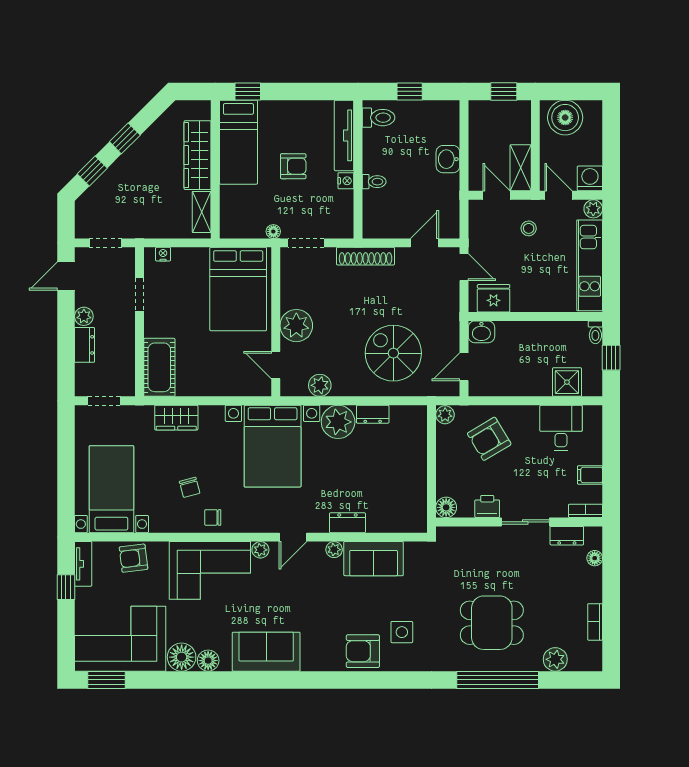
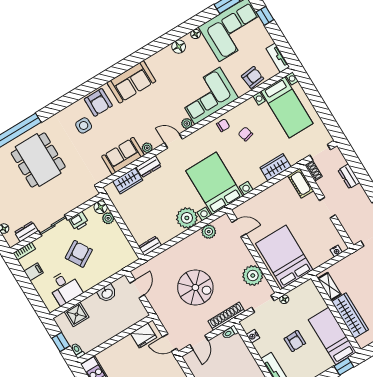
armchair: (293, 166) -> (295, 341), turned -91
nightstand: (346, 181) -> (253, 336), moved
toilet: (374, 182) -> (230, 332), moved
doorway: (139, 295) -> (327, 208), moved
plant: (84, 316) -> (359, 191), removed
plant: (296, 326) -> (253, 275), moved
washbasin: (481, 332) -> (107, 293), moved, turned 180
spiral stairs: (393, 353) -> (195, 288), moved
cot: (159, 367) -> (301, 183), width x0.73, depth x0.75
shoe rack: (128, 381) -> (314, 171), added
dresser: (373, 414) -> (150, 246), moved
plant: (445, 415) -> (108, 218), moved
armchair: (489, 439) -> (79, 254), moved
wardrobe: (388, 521) -> (128, 181), added
door: (293, 537) -> (173, 141), hinge flipped
window: (66, 587) -> (265, 16), moved
dining table: (492, 623) -> (38, 160), width x1.38
armchair: (363, 651) -> (98, 102), turned 90
sofa: (266, 652) -> (131, 82), moved
floor lamp: (182, 657) -> (196, 34), width x0.53, depth x0.53

